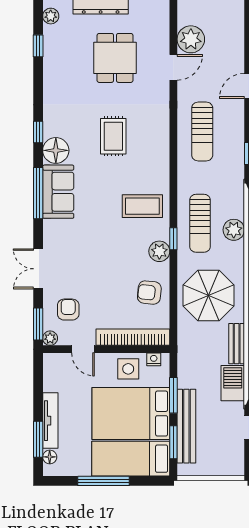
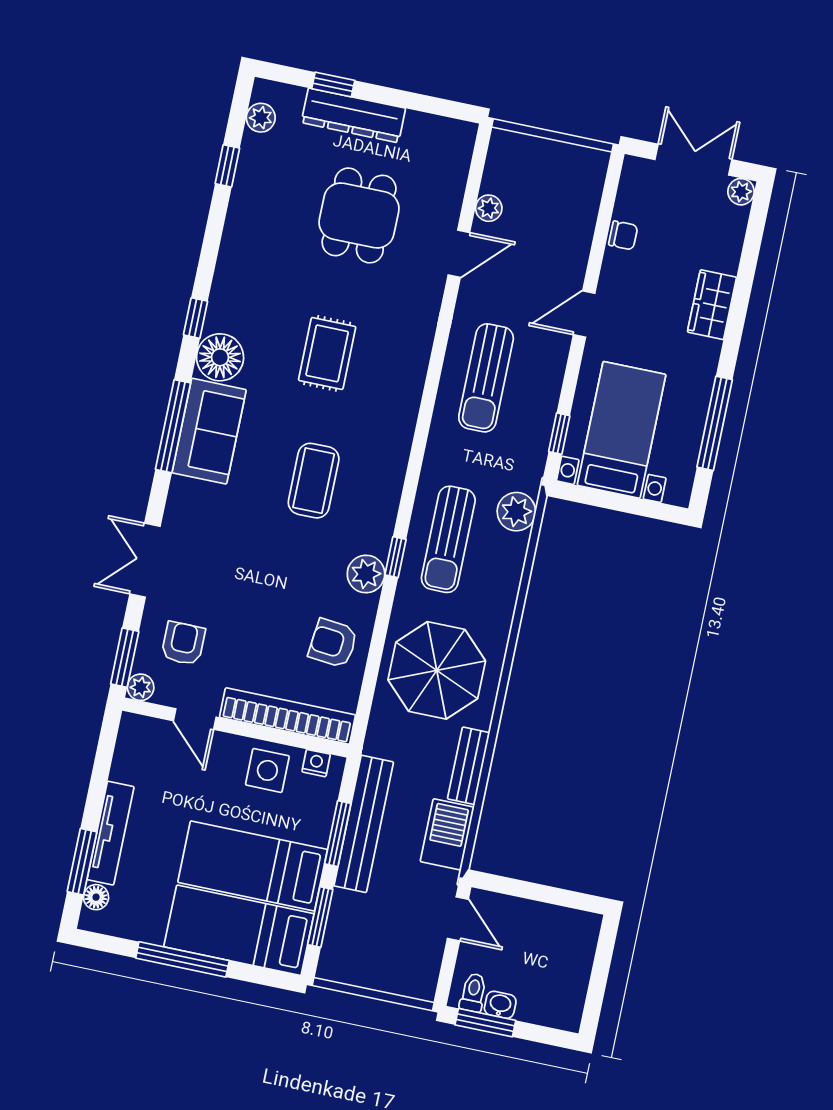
plant: (191, 39) -> (489, 208), width x0.53, depth x0.53
coffee table: (142, 206) -> (314, 481), moved, turned 90
plant: (234, 230) -> (516, 512), moved
bed: (131, 414) -> (253, 866), width x0.67
bench: (186, 426) -> (364, 824), moved

